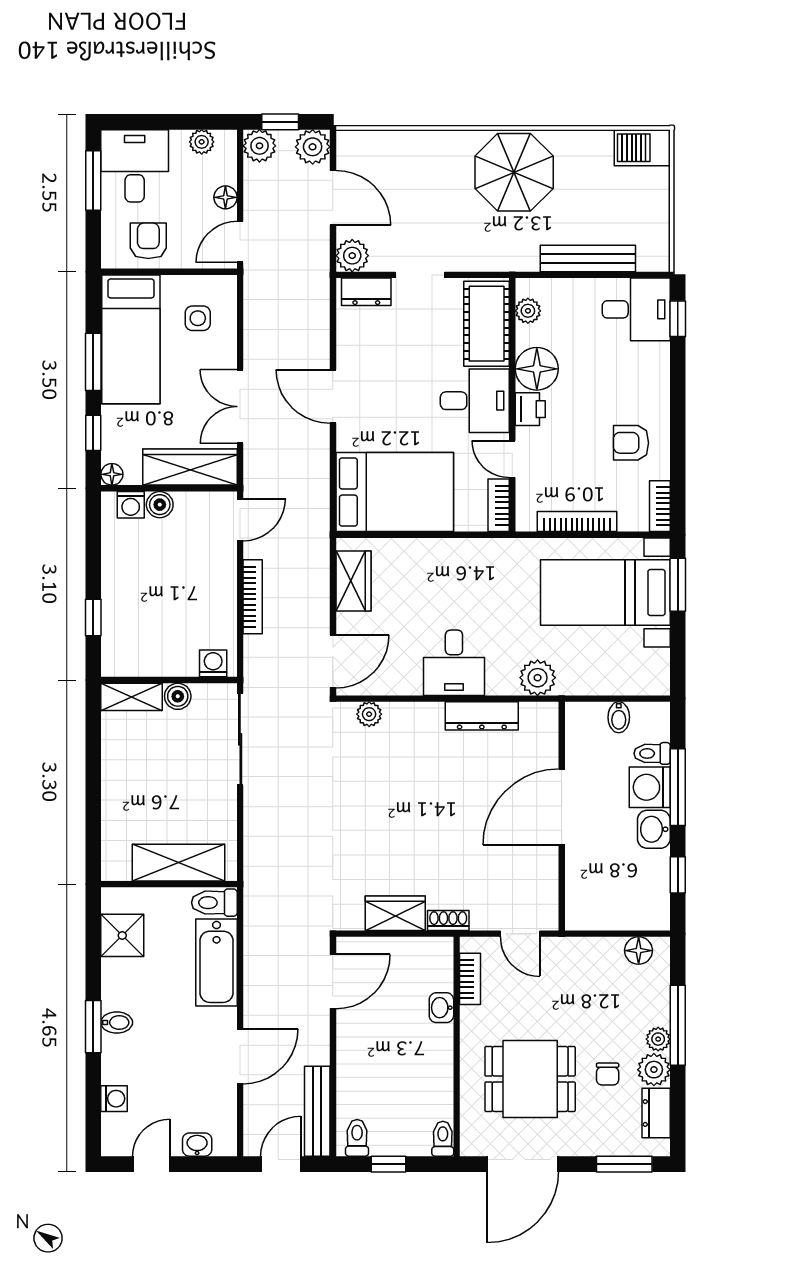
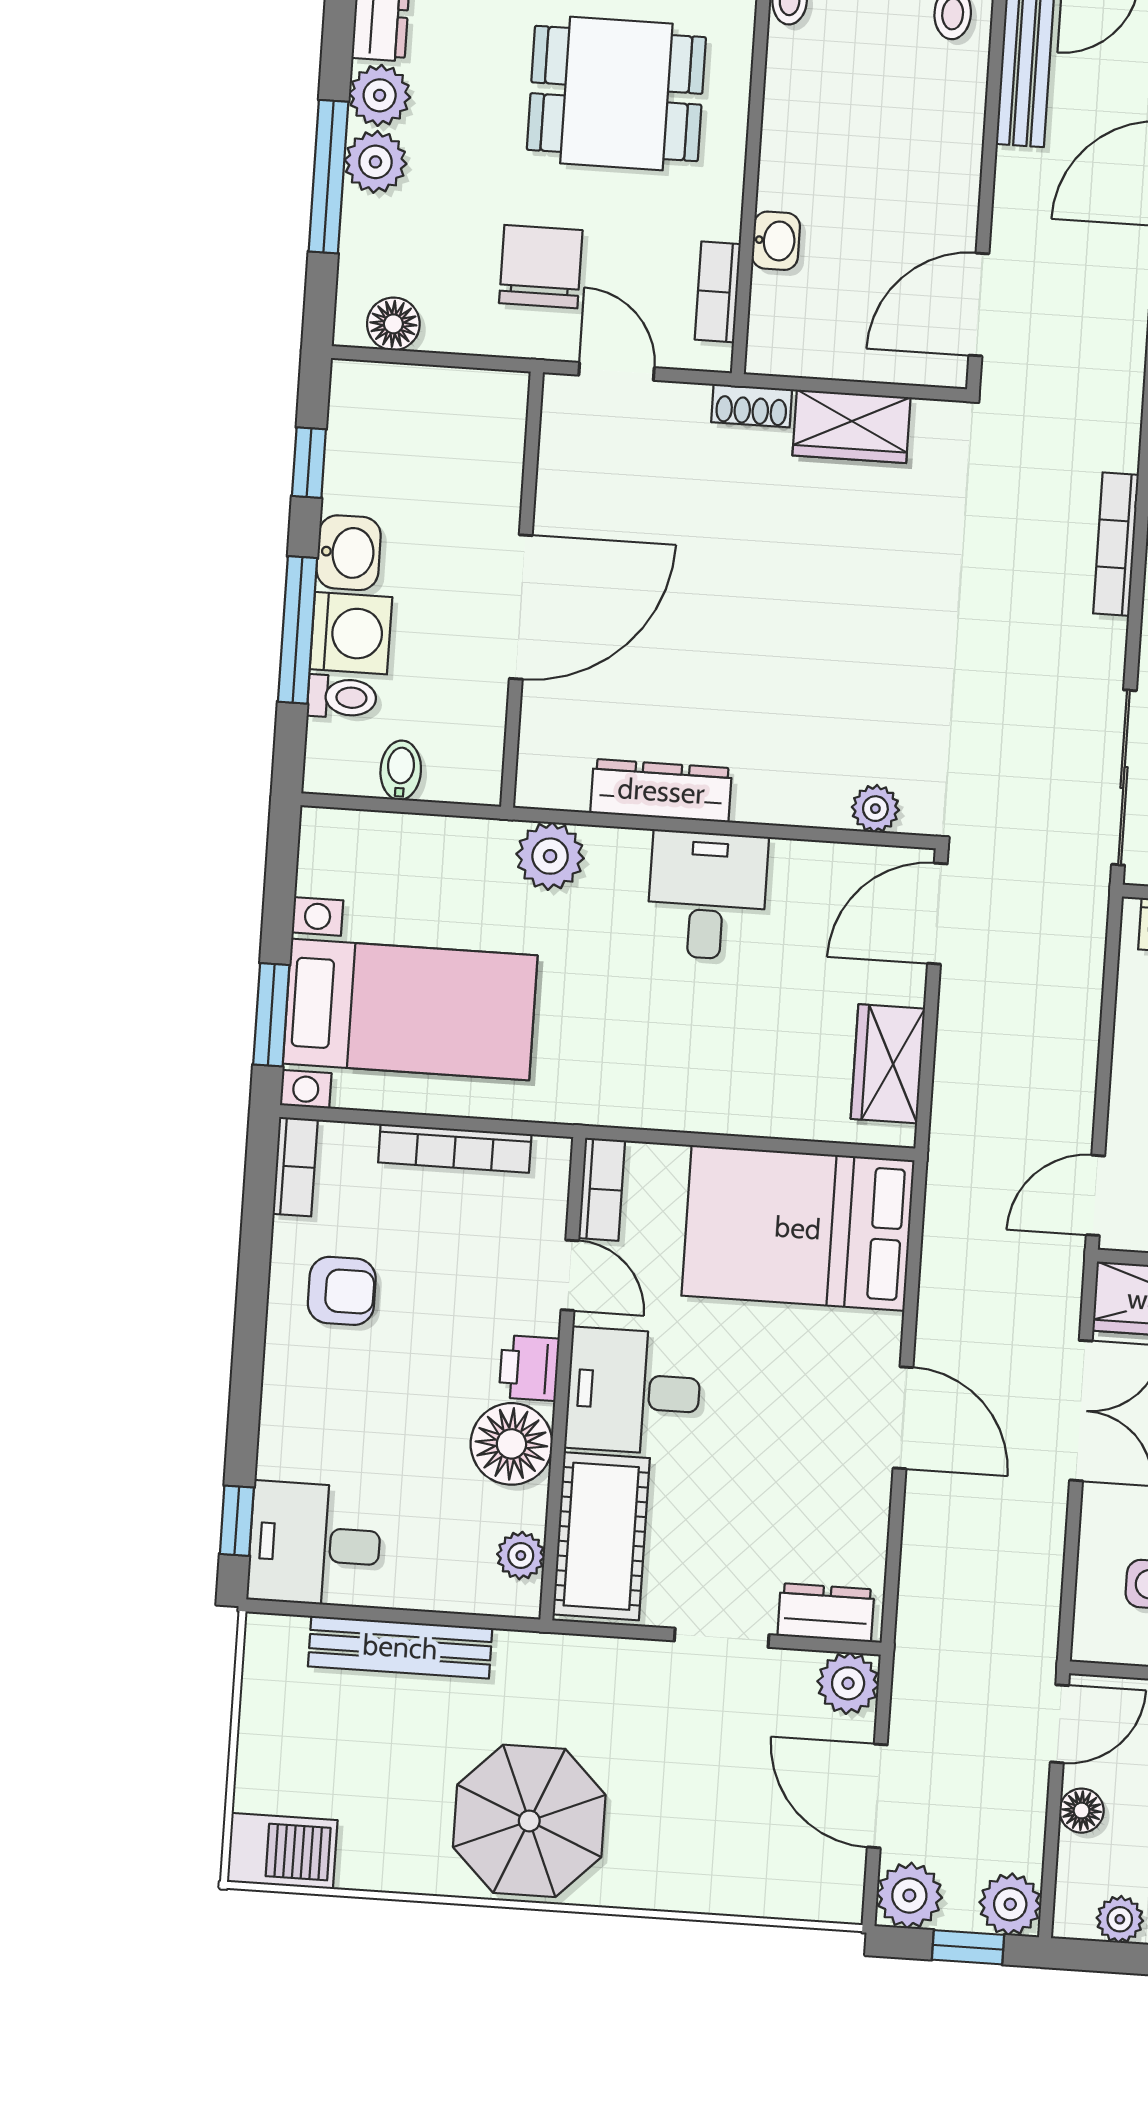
bookcase: (253, 597) -> (1116, 544), moved
plant: (658, 1039) -> (375, 162), width x1.38, depth x1.38
chair: (608, 1074) -> (541, 267), moved, width x1.87, depth x1.87

